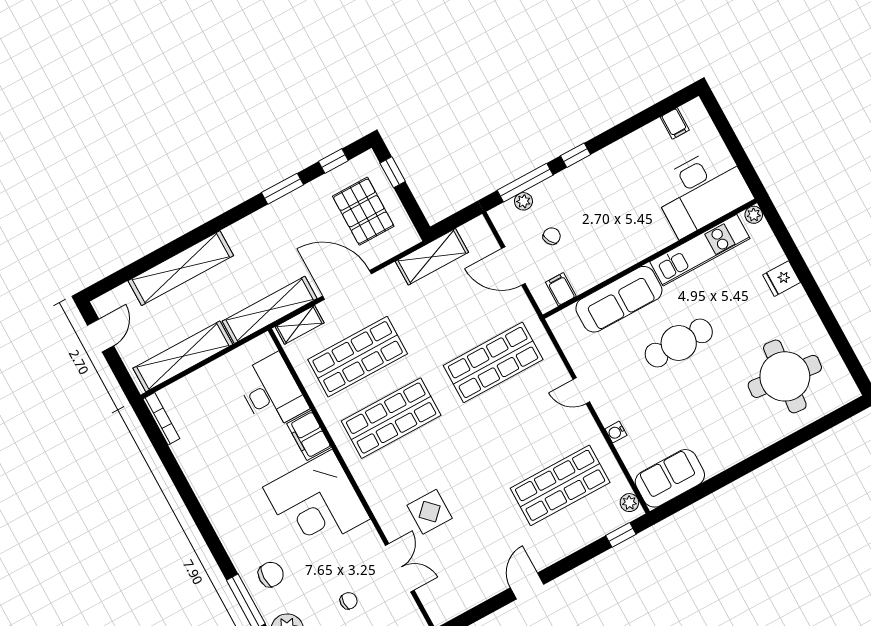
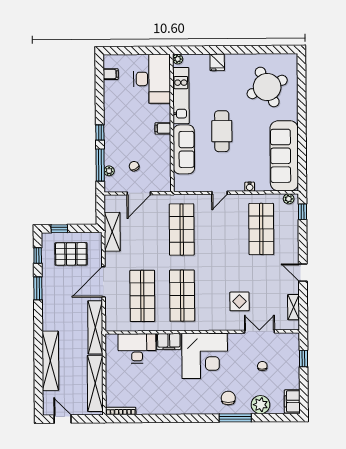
filing cabinet: (561, 289) -> (163, 128), moved
shelving: (300, 325) -> (294, 307), moved
round table: (785, 376) -> (267, 87), turned -30
sofa: (670, 478) -> (284, 156), width x1.85, depth x1.27

